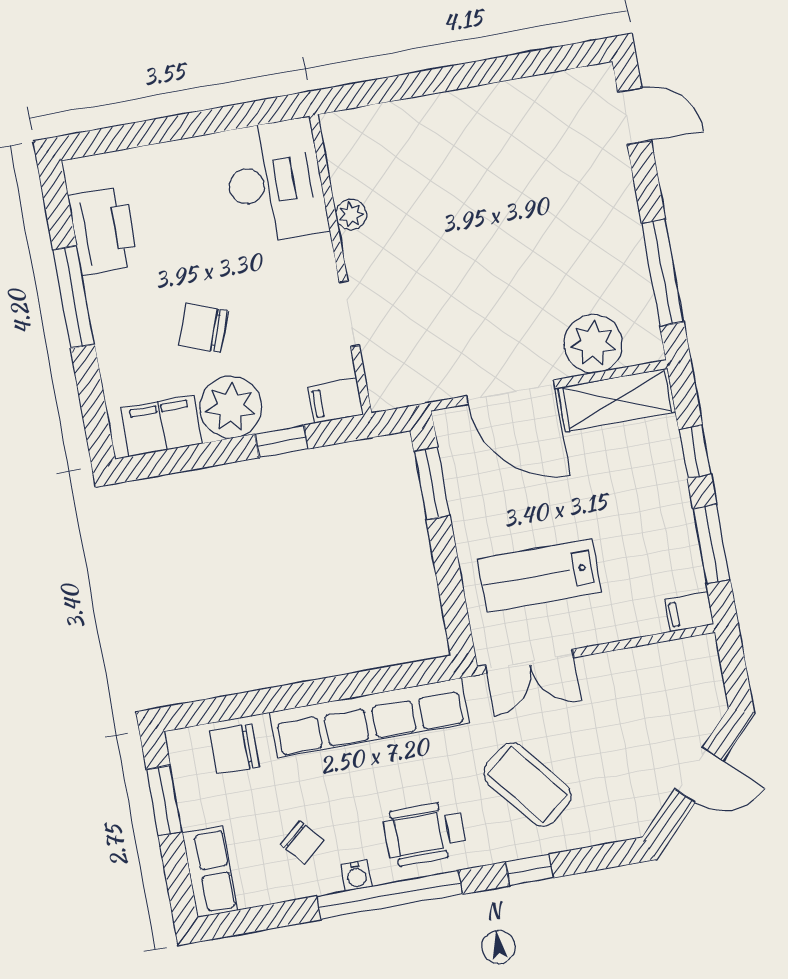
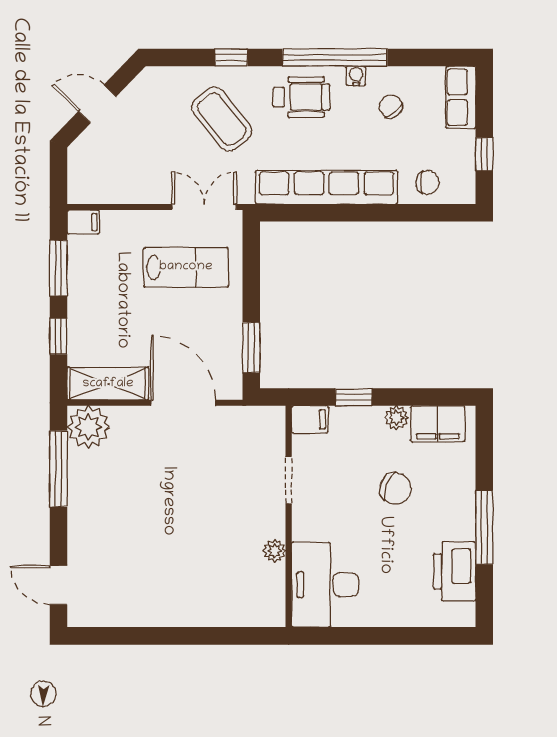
plant: (593, 344) -> (88, 427), moved
plant: (231, 407) -> (396, 418), width x0.53, depth x0.53
chair: (234, 749) -> (427, 182), width x0.73, depth x0.73
window: (164, 801) -> (484, 154), width x0.67

